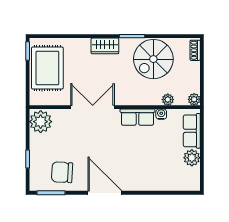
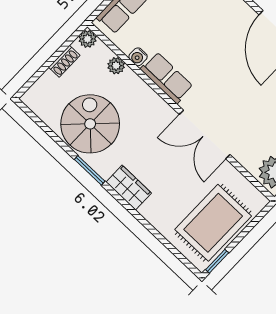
shoe rack: (195, 50) -> (64, 61), moved
spiral stairs: (153, 59) -> (90, 124), turned -90

